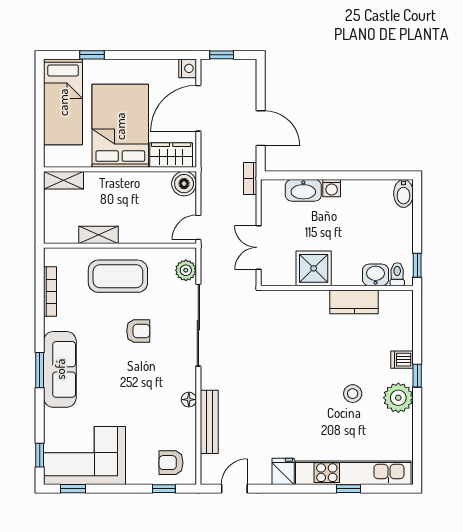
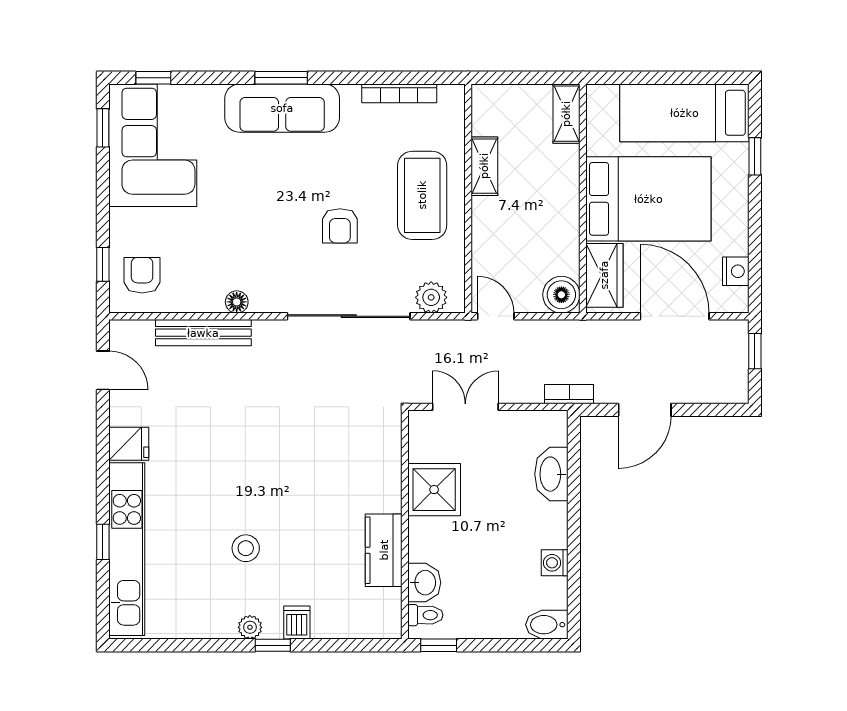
nightstand: (188, 68) -> (736, 271), moved, turned -90
washing machine: (332, 188) -> (555, 563), moved
plant: (398, 398) -> (250, 627), width x0.53, depth x0.53

